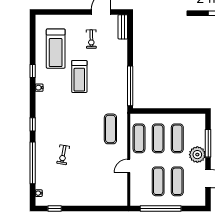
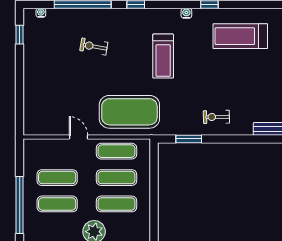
exercise bike: (91, 39) -> (216, 117), moved
treadmill: (79, 76) -> (163, 56), moved, turned -90
window: (130, 86) -> (189, 139), width x0.47
exercise mat: (110, 129) -> (129, 112), width x2.00, depth x1.45
window: (161, 209) -> (20, 205), moved

